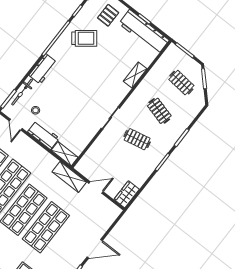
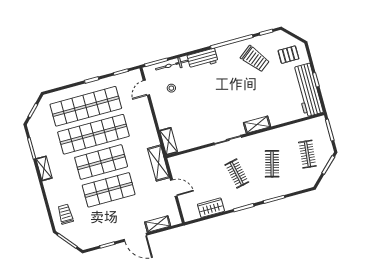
shelving: (135, 75) -> (257, 125), moved
workbench: (43, 135) -> (163, 113), removed
wardrobe: (127, 194) -> (211, 208), moved
shelving: (104, 225) -> (158, 224), added

